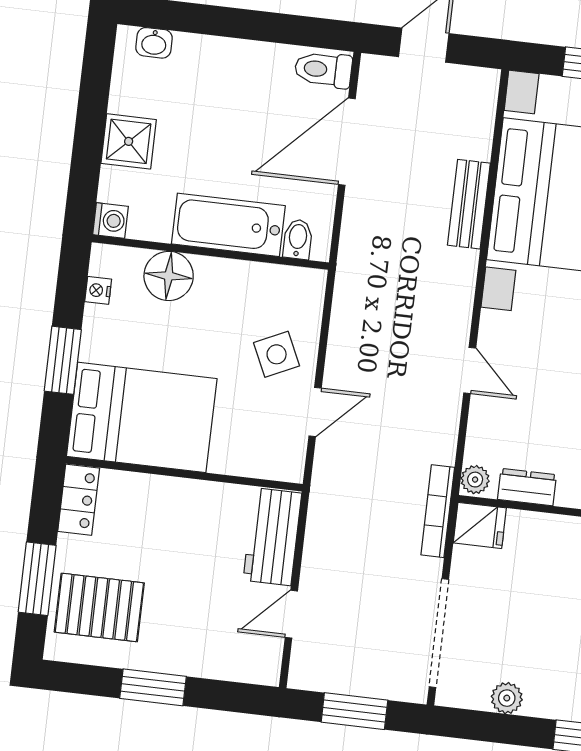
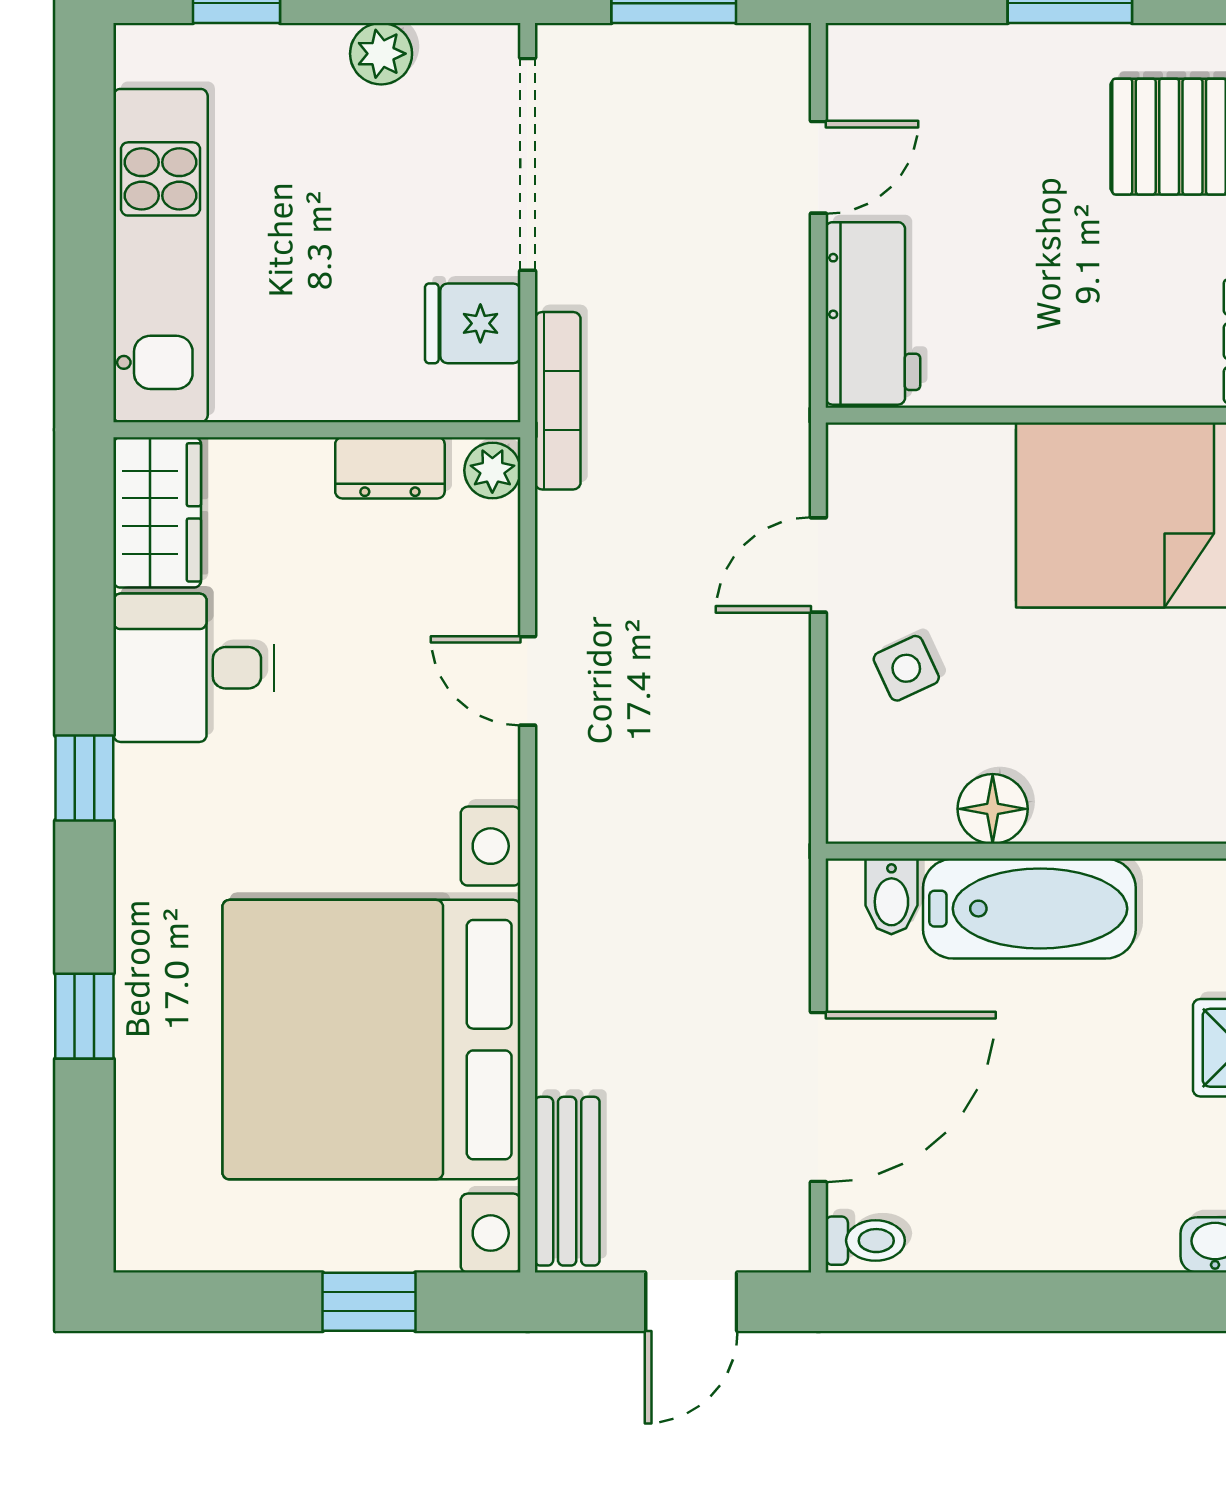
toilet: (323, 70) -> (865, 1241), width x0.73, depth x0.72
bench: (469, 204) -> (567, 1181), moved
floor lamp: (169, 276) -> (993, 809), moved, width x0.73, depth x0.73
side table: (277, 354) -> (906, 668), width x0.73, depth x0.73
fridge: (480, 525) -> (473, 323), moved

